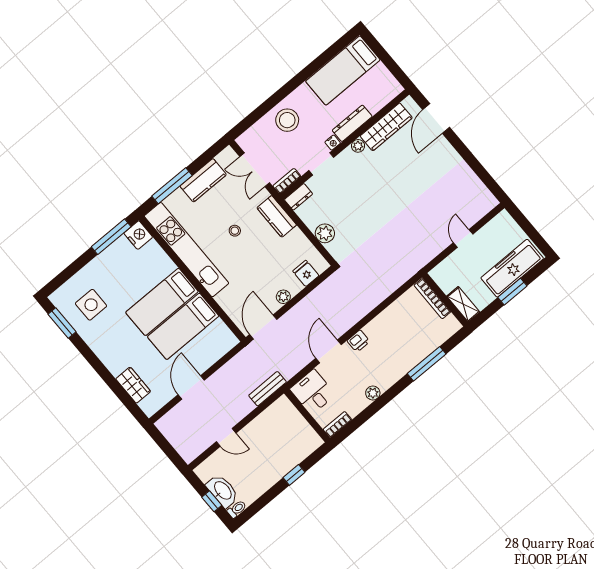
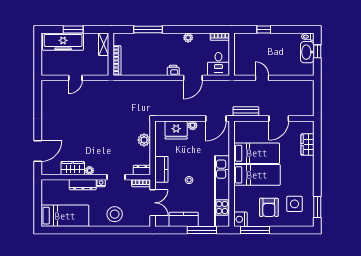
wardrobe: (386, 127) -> (73, 168), width x0.67
fridge: (306, 273) -> (176, 130), width x1.88, depth x1.34
armchair: (117, 276) -> (269, 207), added
bench: (268, 389) -> (246, 111), moved
door: (226, 437) -> (262, 78), moved

